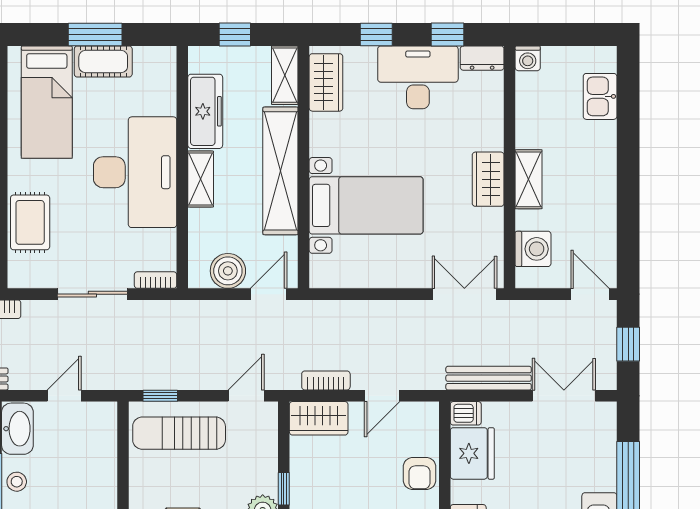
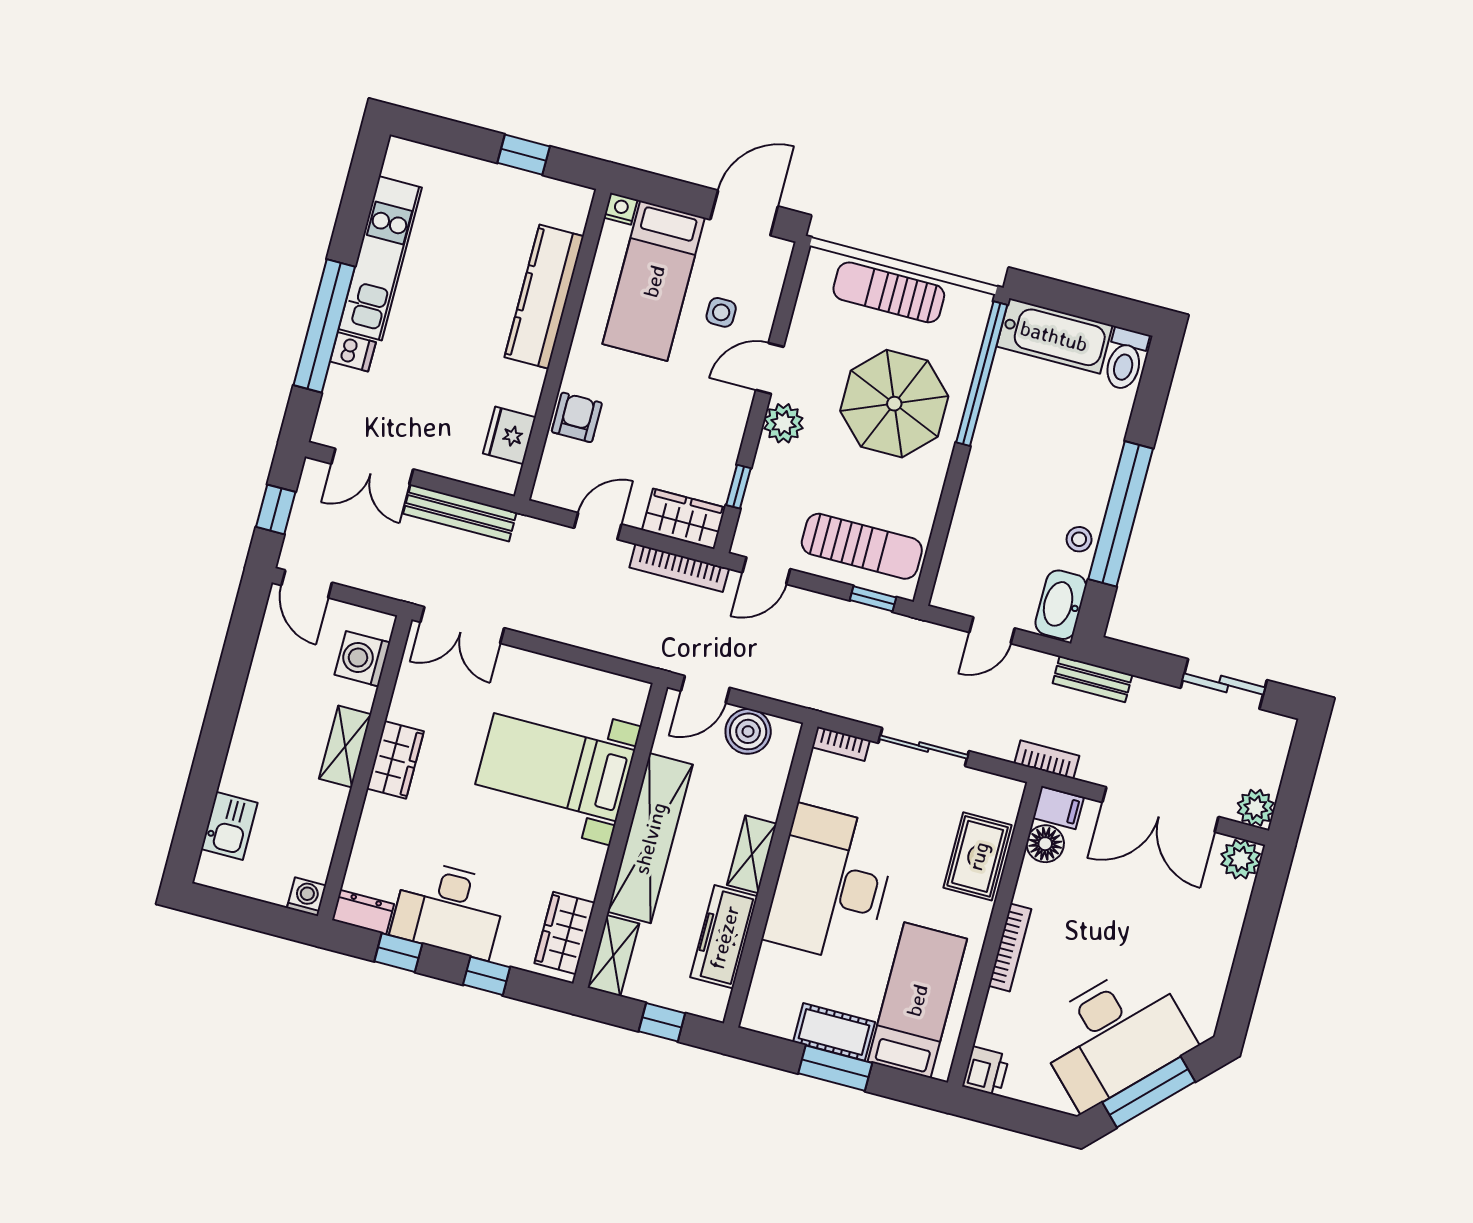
bookcase: (326, 380) -> (679, 568), width x1.56
dishwasher: (466, 413) -> (353, 352), moved, turned 180
fridge: (472, 453) -> (509, 435), width x0.73, depth x0.75
window: (284, 489) -> (738, 487), moved

